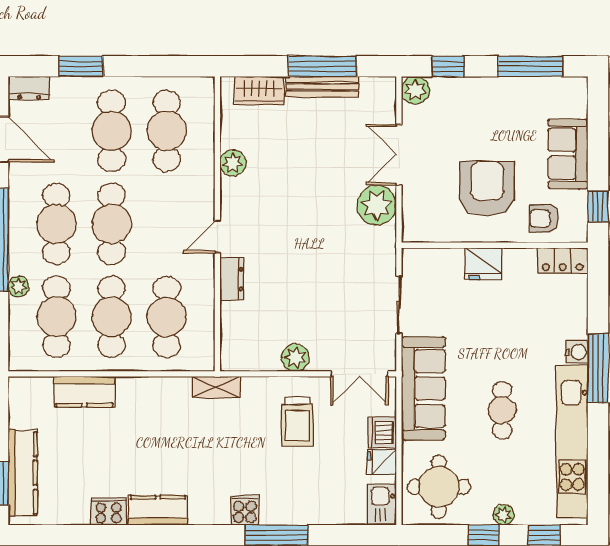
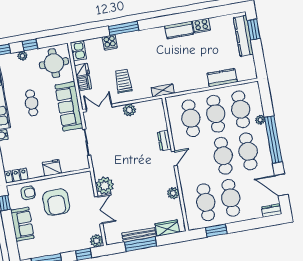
window: (81, 66) -> (216, 231), moved
cooker: (245, 510) -> (110, 42), moved

